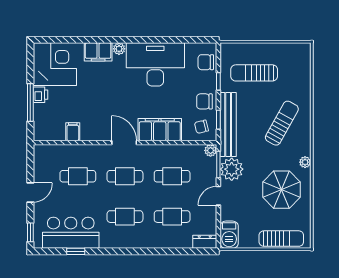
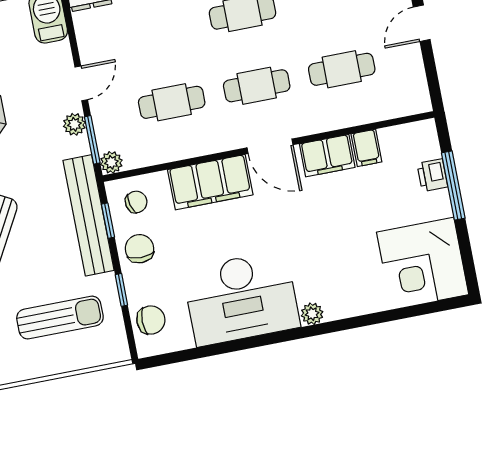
filing cabinet: (98, 52) -> (327, 156), moved, turned 180
printer: (40, 95) -> (432, 175), moved
chair: (204, 101) -> (139, 249), turned -90
plant: (232, 169) -> (74, 124), width x0.53, depth x0.53
cafe table: (172, 217) -> (158, 30), removed

